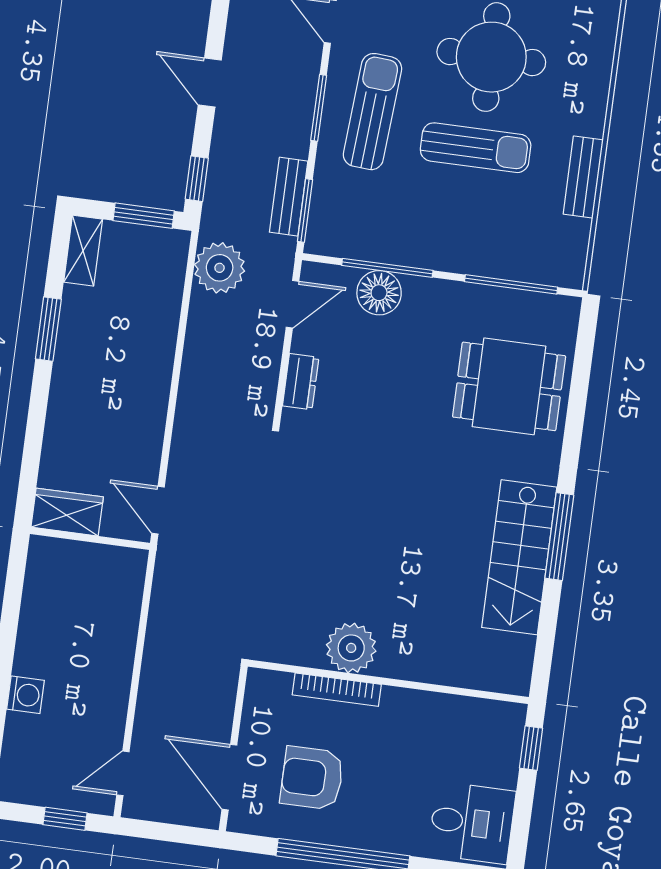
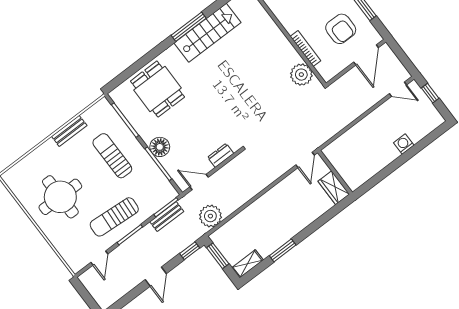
sun lounger: (476, 148) -> (112, 156), moved
floor lamp: (379, 293) -> (160, 147), moved
plant: (351, 648) -> (301, 75), moved

